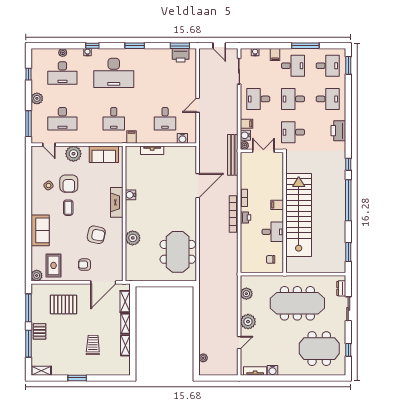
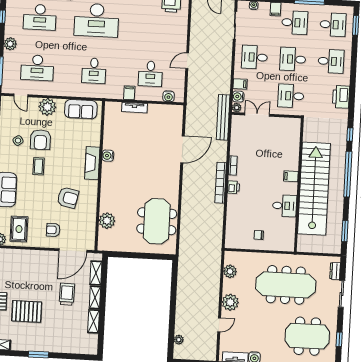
filing cabinet: (131, 137) -> (129, 93), moved
filing cabinet: (277, 205) -> (291, 176), moved
wall: (285, 212) -> (299, 185), moved
stairs: (299, 215) -> (314, 189), moved
desk: (273, 232) -> (285, 206), moved
plant: (133, 238) -> (107, 221), moved
pallet: (64, 304) -> (27, 311), moved
trolley: (93, 345) -> (67, 294), moved

